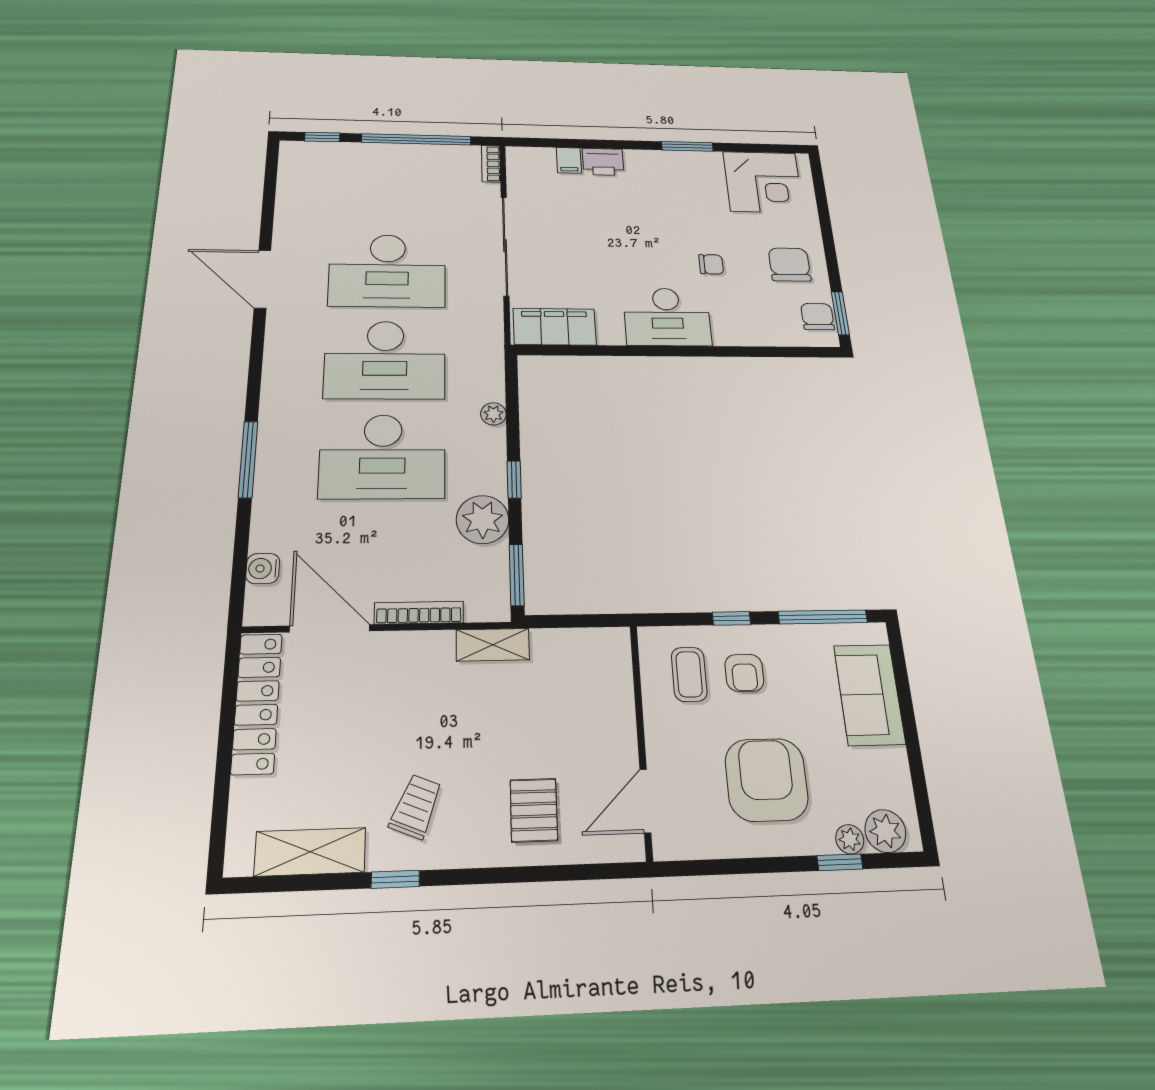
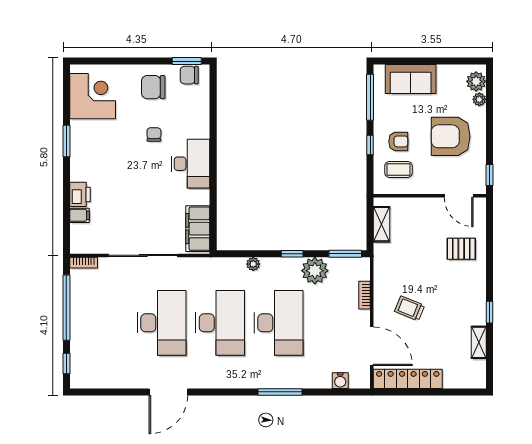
bookcase: (419, 613) -> (364, 295), width x0.64
door: (330, 628) -> (372, 346), swing flipped
shelving: (493, 645) -> (382, 224), moved
trolley: (416, 806) -> (410, 308), moved
shelving: (310, 852) -> (479, 342), width x0.67, depth x0.75
window: (840, 862) -> (489, 175), moved

